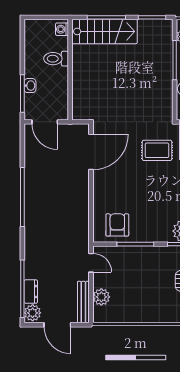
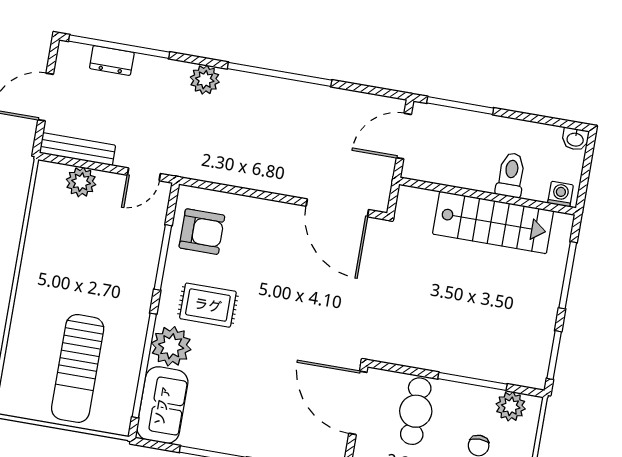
stairs: (105, 31) -> (493, 222), moved, turned -90
washbasin: (30, 86) -> (575, 139), moved
rug: (157, 150) -> (208, 305), moved, turned 90
plant: (33, 313) -> (205, 80), moved

